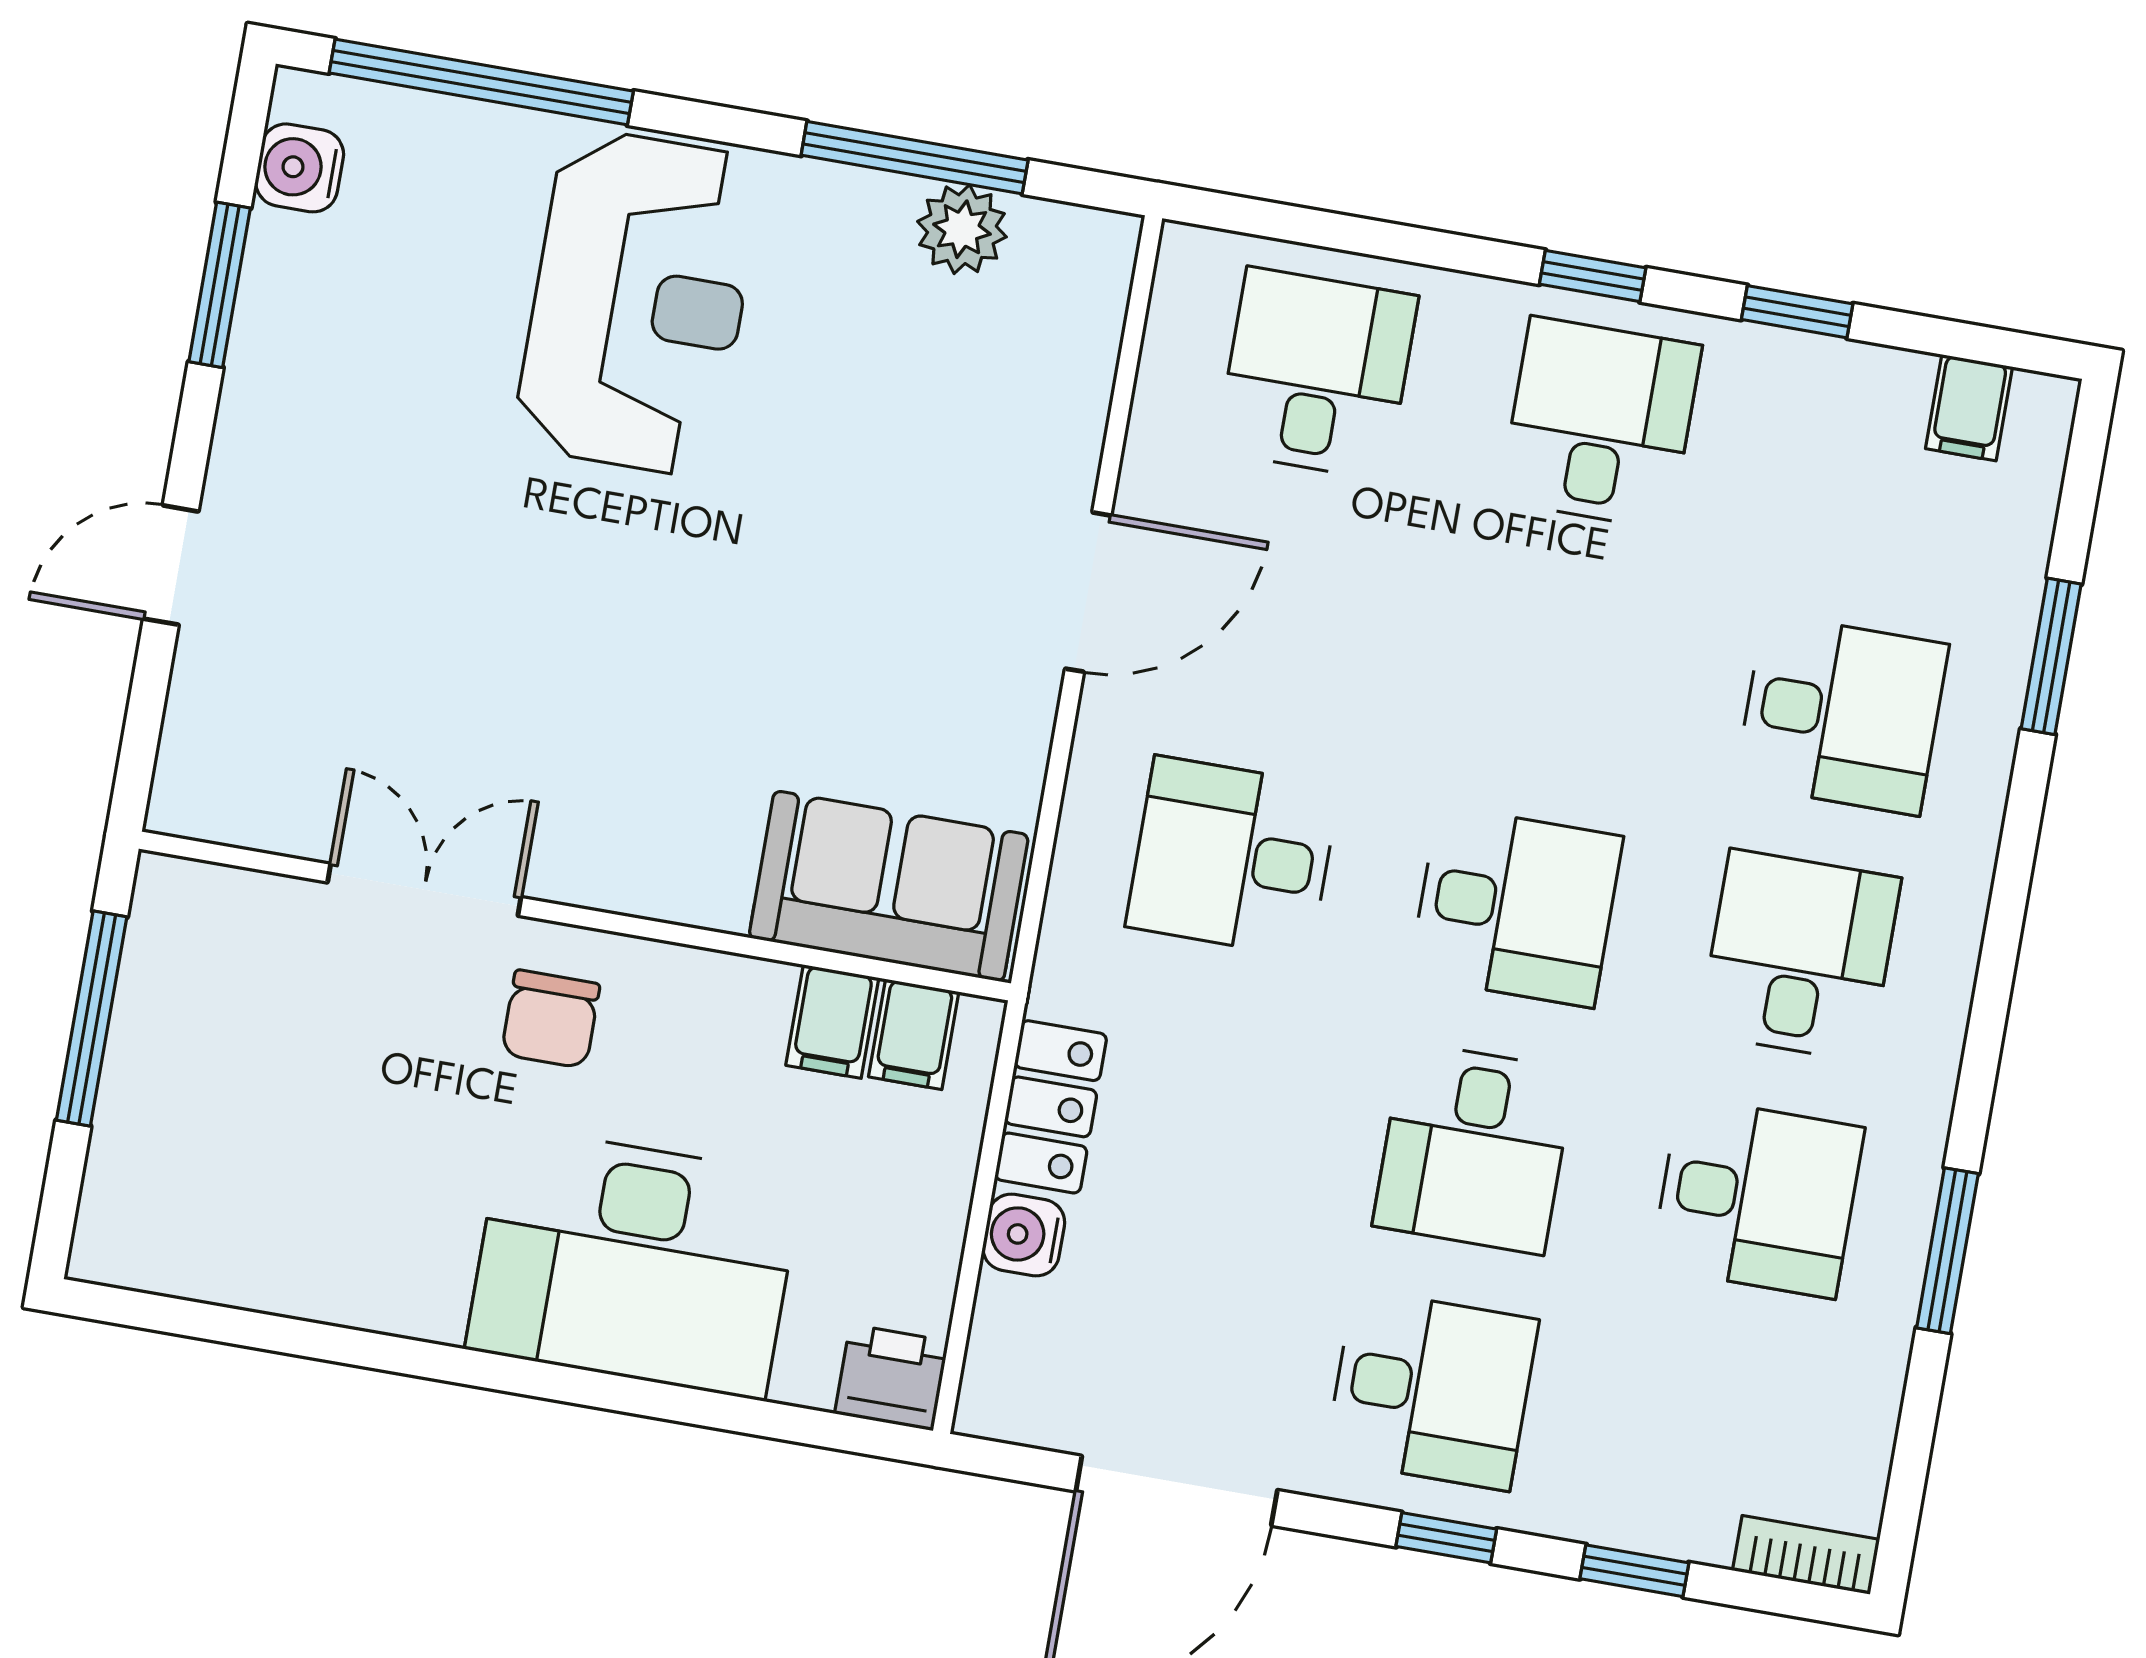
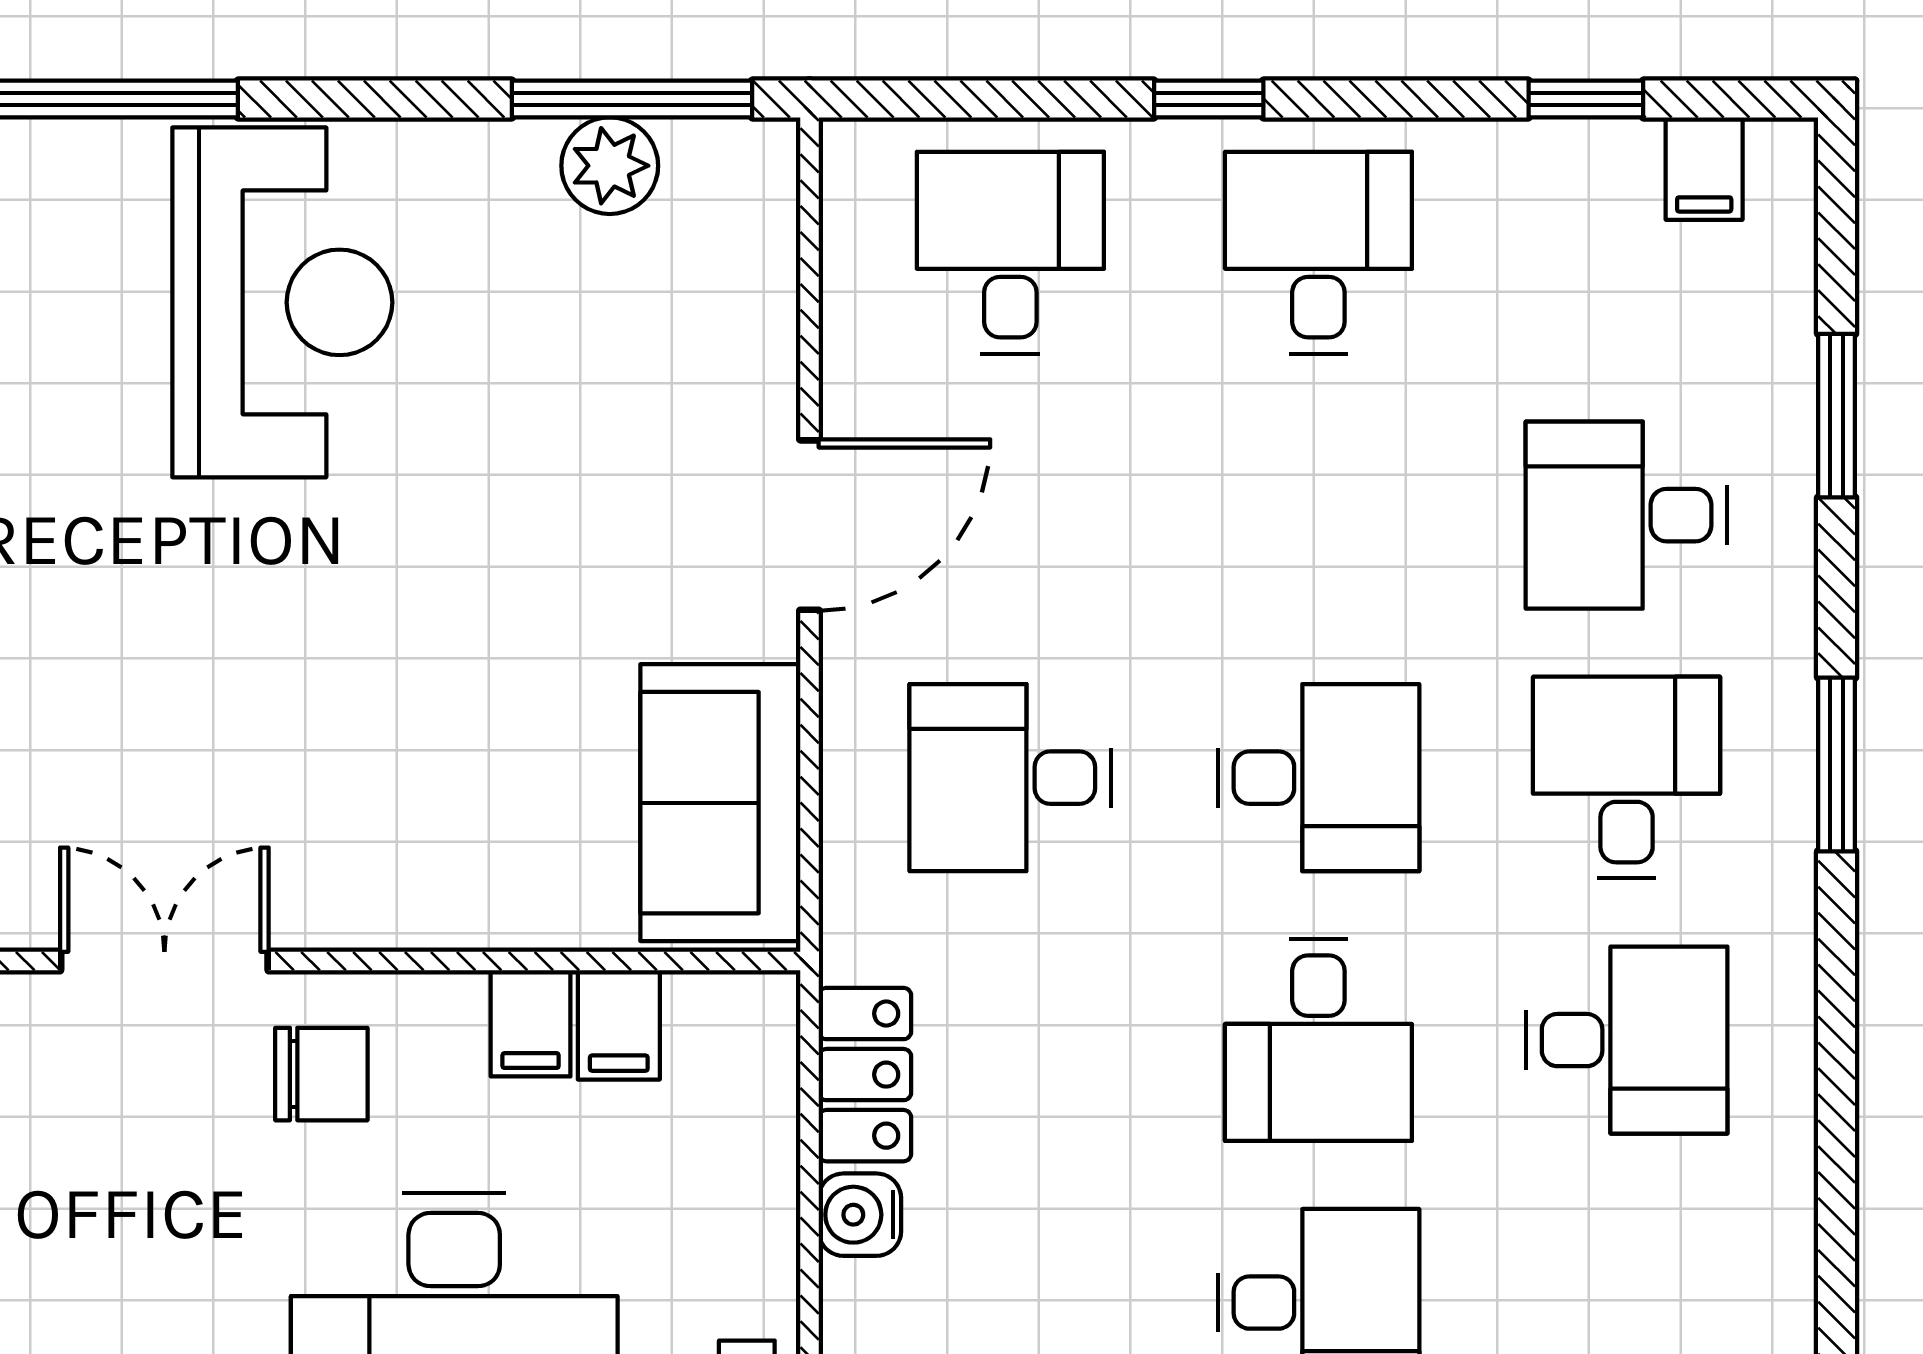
window: (915, 158) -> (632, 99), moved
window: (1593, 276) -> (1209, 99), moved
window: (1797, 312) -> (1586, 99), moved
desk: (1842, 714) -> (1627, 515), turned 180
sofa: (889, 886) -> (720, 803), moved, turned -90
chair: (551, 1019) -> (321, 1074), turned -90
filing cabinet: (914, 1034) -> (531, 1023), moved
window: (1947, 1251) -> (1837, 764), moved

